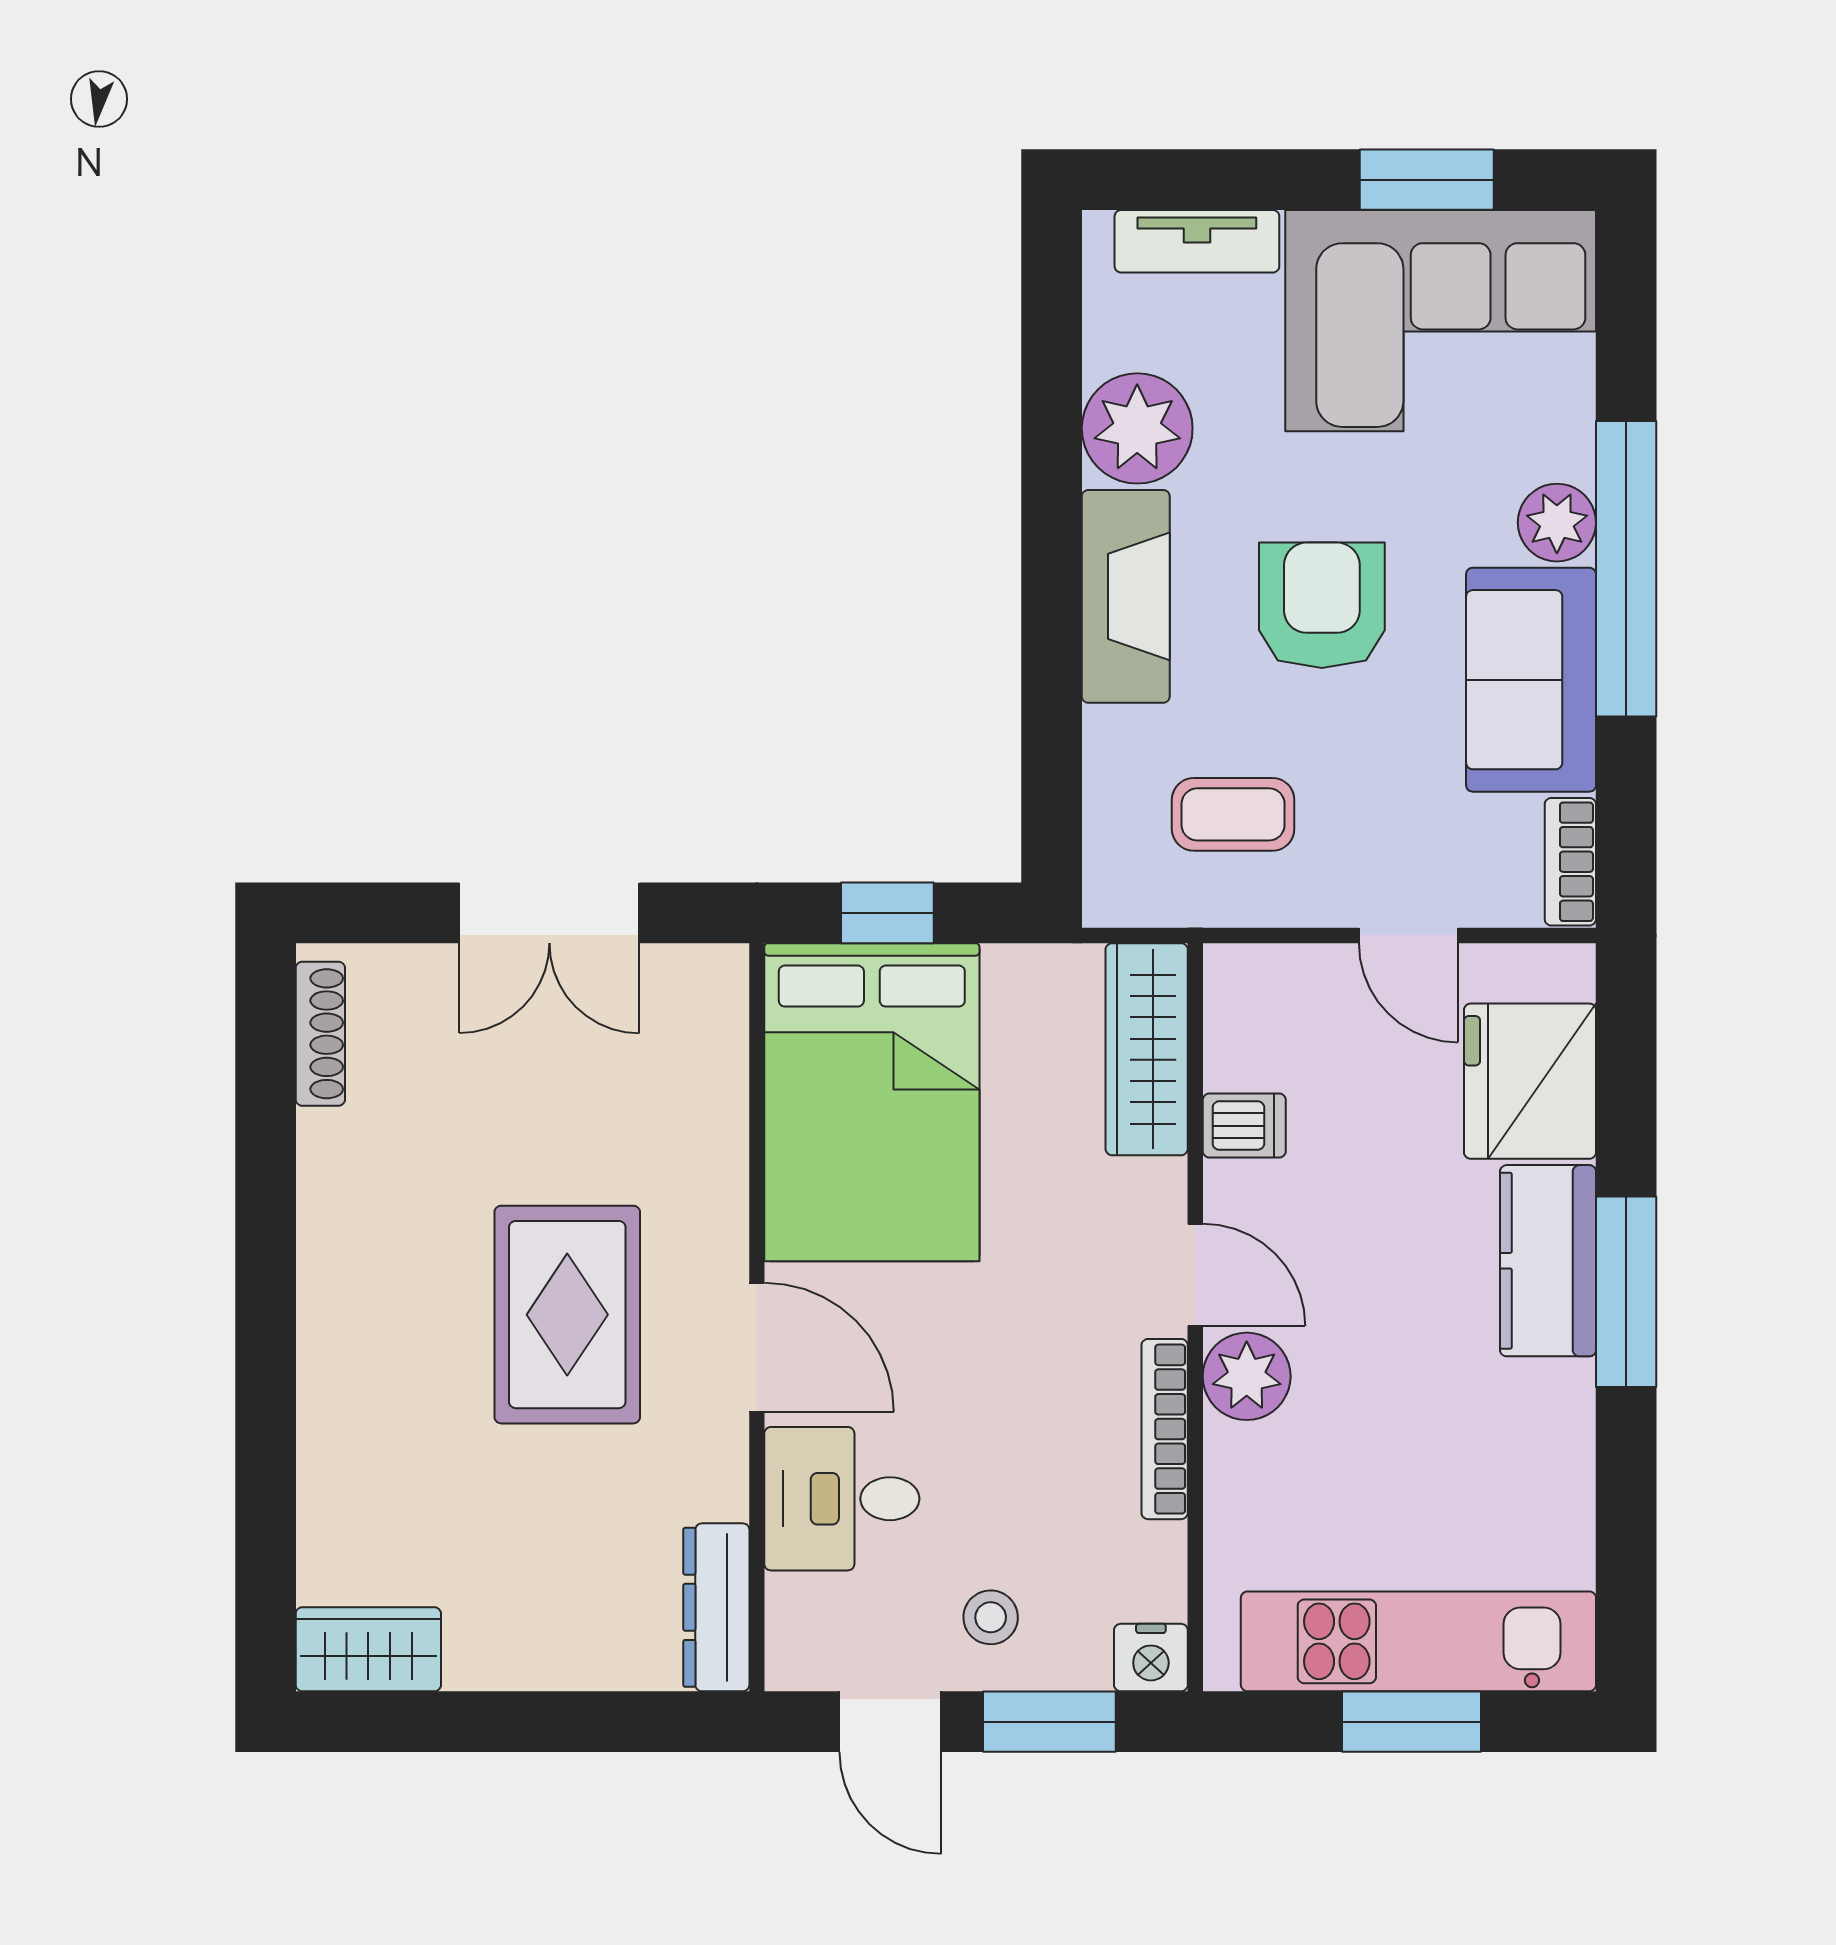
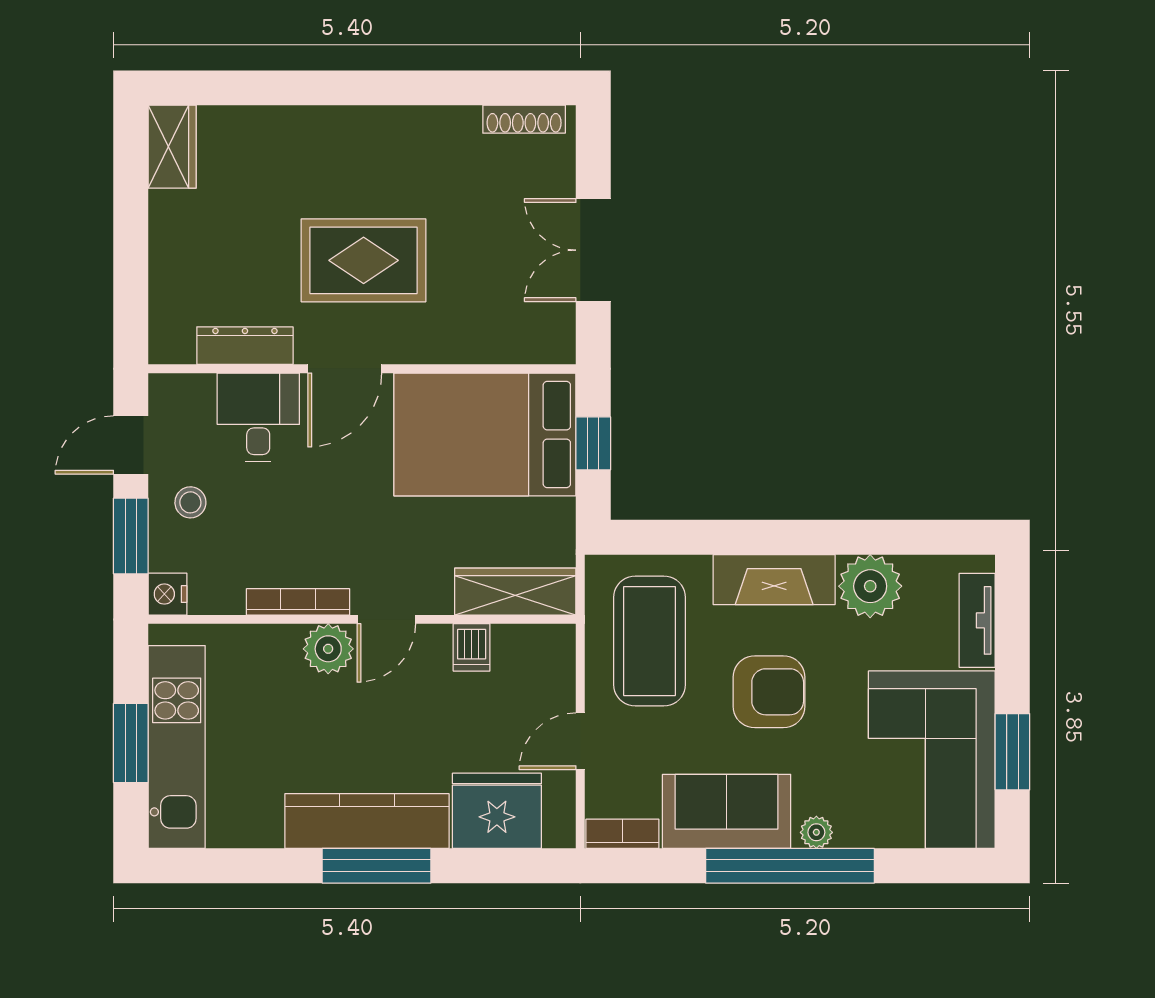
plant: (1557, 523) -> (816, 832), width x0.73, depth x0.73
coffee table: (1233, 814) -> (650, 641), width x1.86, depth x1.72
kitchen counter: (1548, 1261) -> (367, 821), width x1.50
dresser: (716, 1607) -> (245, 346), moved

